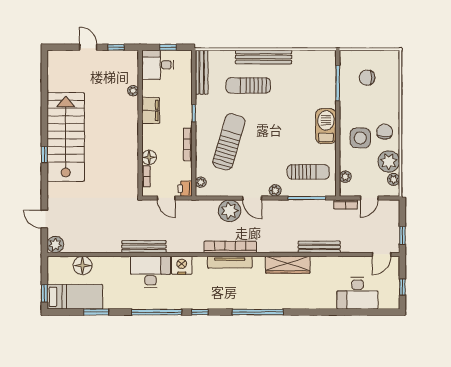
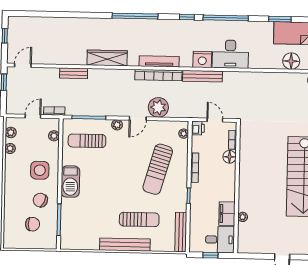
window: (116, 47) -> (257, 256), removed
filing cabinet: (151, 110) -> (227, 214), moved
chair: (385, 132) -> (40, 200), moved, turned 111
plant: (389, 162) -> (10, 148), width x0.53, depth x0.53
door: (252, 198) -> (138, 118), swing flipped
bench: (144, 247) -> (202, 76), moved
bench: (319, 247) -> (74, 73), width x0.73
desk: (357, 293) -> (45, 31), removed

